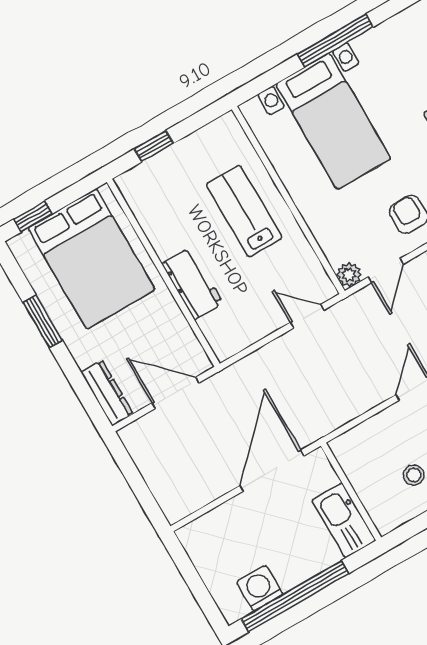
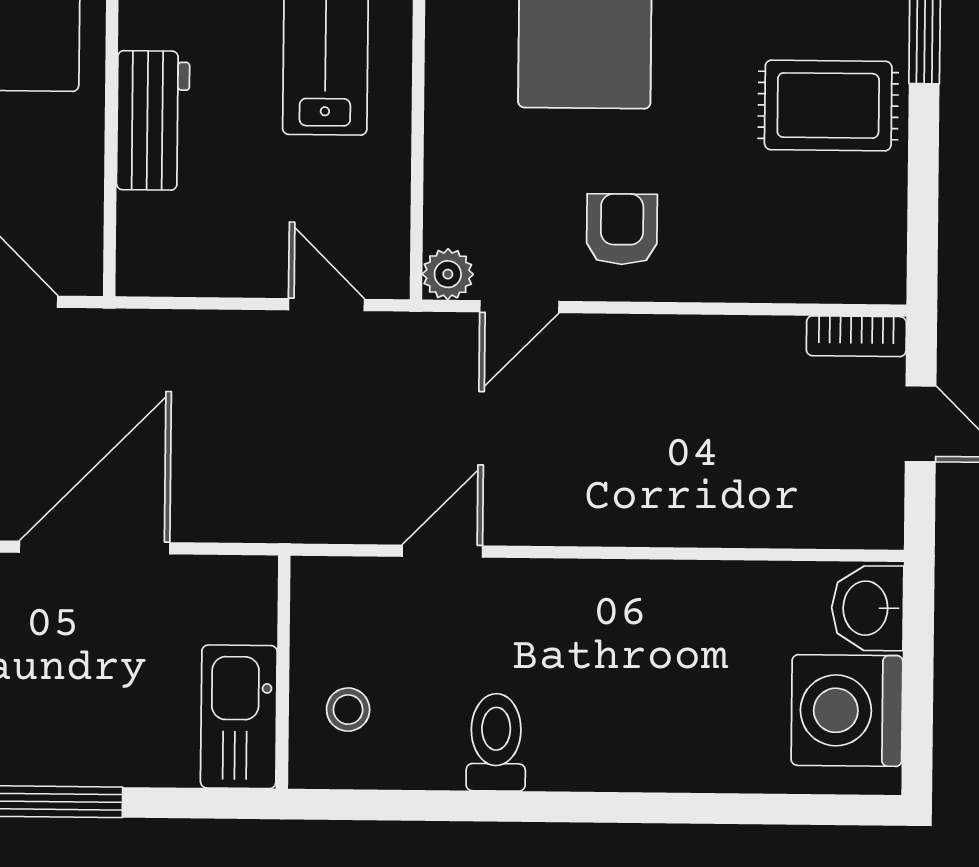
wall: (351, 492) -> (283, 672), moved
kitchen sink: (344, 520) -> (239, 717), moved

